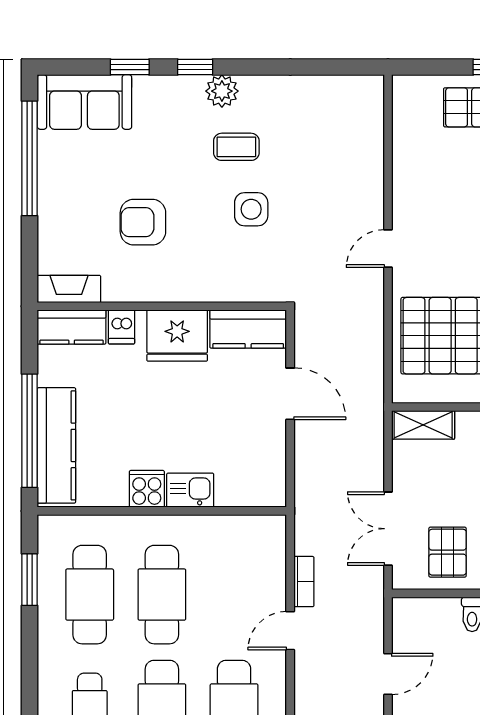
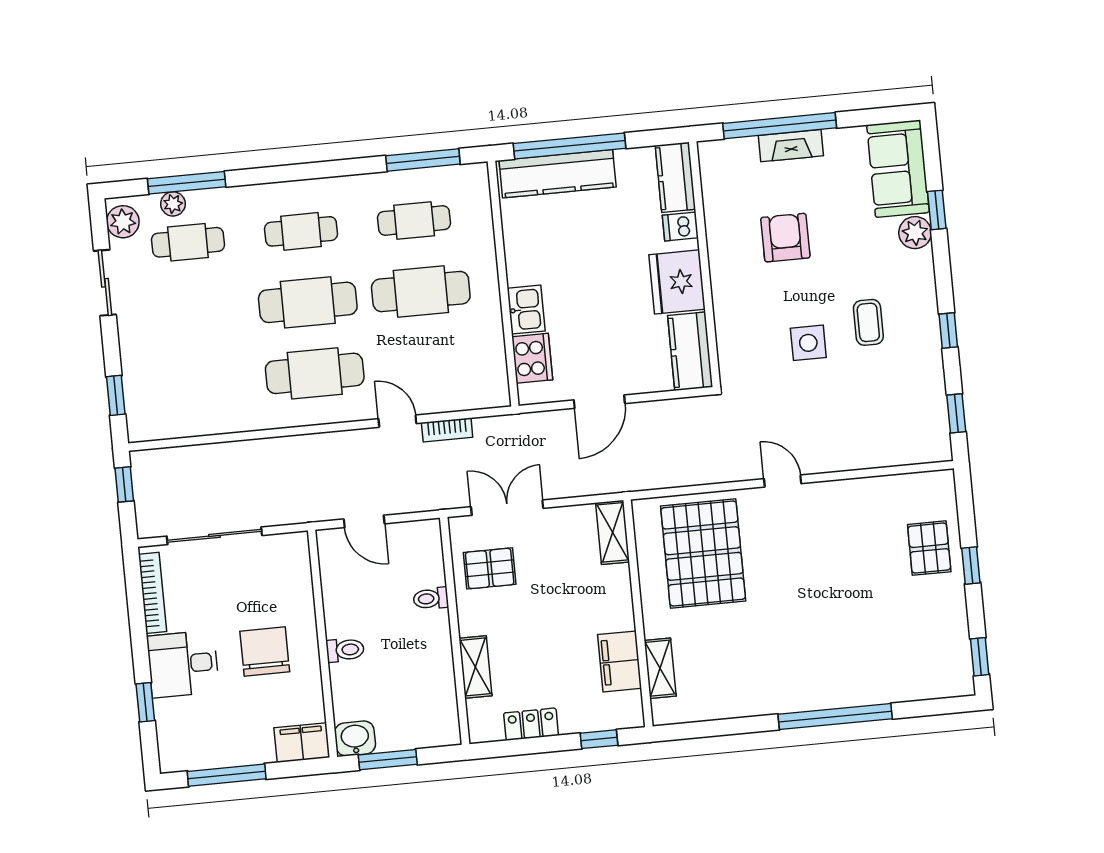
window: (195, 67) -> (948, 331), moved
window: (337, 67) -> (956, 413), added
plant: (222, 91) -> (915, 233), moved
window: (30, 158) -> (780, 126), moved
fireplace: (69, 289) -> (791, 146), moved, turned 90
door: (290, 394) -> (599, 402), moved
cooker: (147, 489) -> (532, 358), moved, width x1.36
window: (30, 580) -> (423, 160), width x1.44
cafe table: (90, 595) -> (414, 221), width x0.73, depth x0.74

